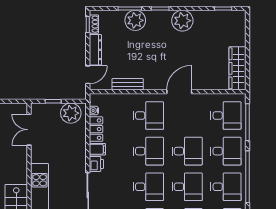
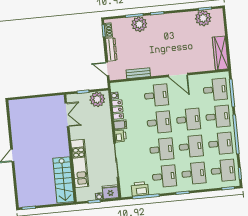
plant: (182, 21) -> (203, 18), moved
door: (88, 75) -> (107, 69), swing flipped
door: (179, 92) -> (178, 75), swing flipped
double door: (29, 130) -> (67, 115), swing flipped

